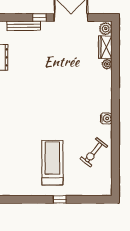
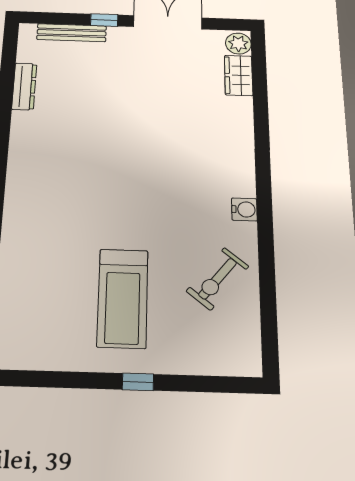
plant: (107, 64) -> (243, 106), removed
treadmill: (52, 163) -> (123, 298), turned 180

